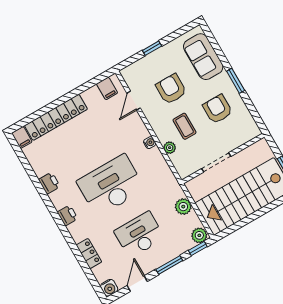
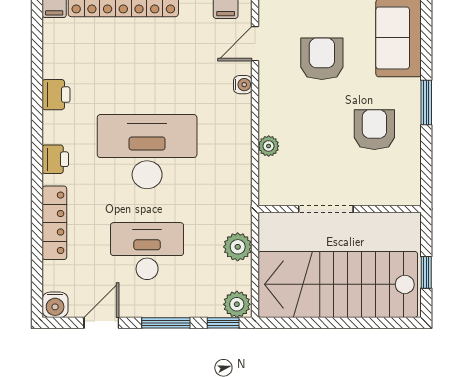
coffee table: (185, 126) -> (310, 127), removed
water cooler: (150, 143) -> (243, 85), moved
locker: (89, 254) -> (54, 223), width x1.53

